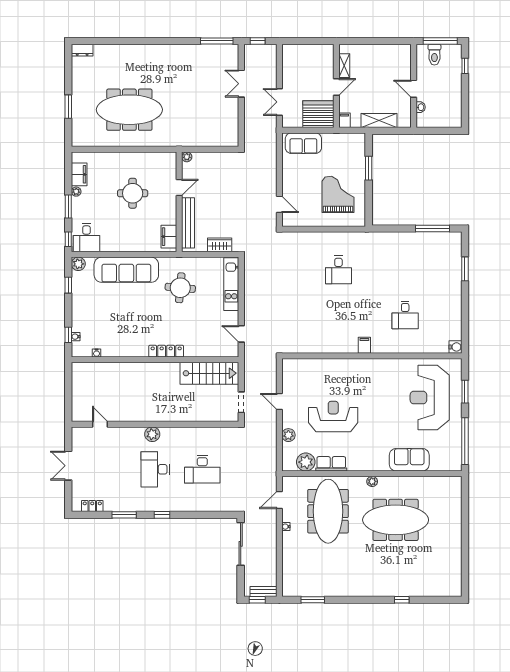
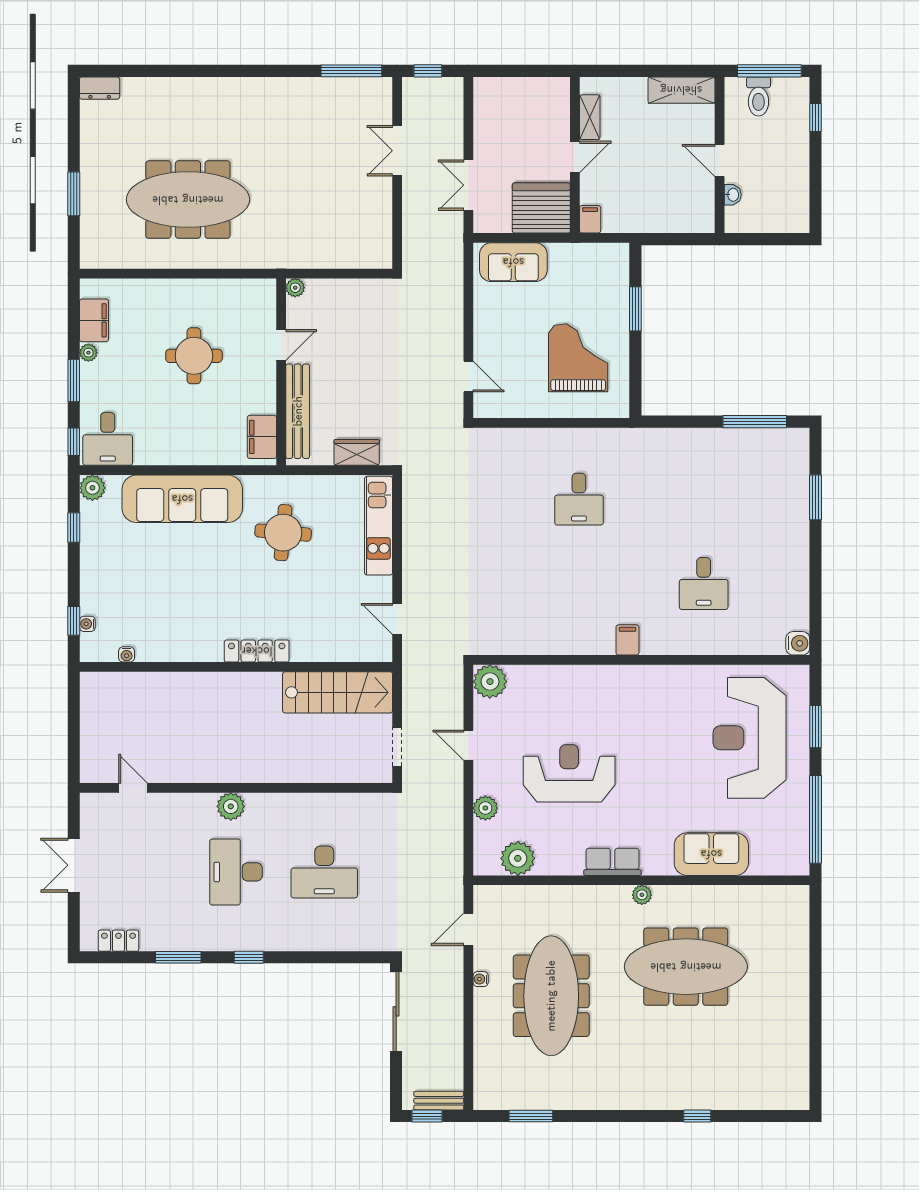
shelving: (379, 121) -> (681, 90), moved
plant: (291, 367) -> (490, 682), added
row of seats: (331, 464) -> (613, 862), moved
meeting table: (328, 511) -> (551, 996), moved

